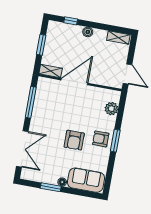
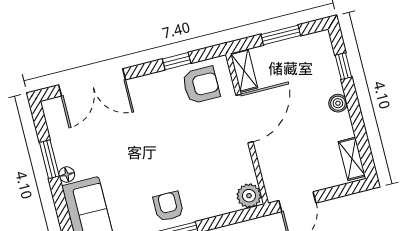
door: (74, 82) -> (244, 119), hinge flipped
window: (31, 102) -> (177, 61), width x0.46
plant: (111, 109) -> (249, 196), moved
armchair: (74, 140) -> (201, 85), moved, turned 180

